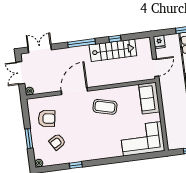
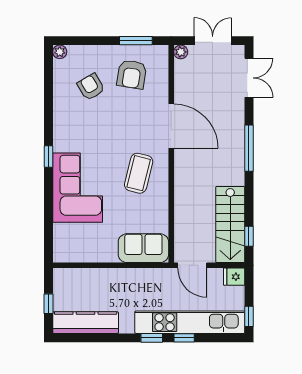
window: (115, 39) -> (249, 236), moved
stairs: (113, 50) -> (230, 225), moved
window: (29, 139) -> (136, 41), moved
corner sofa: (142, 139) -> (78, 188), moved
window: (76, 165) -> (48, 157), moved

